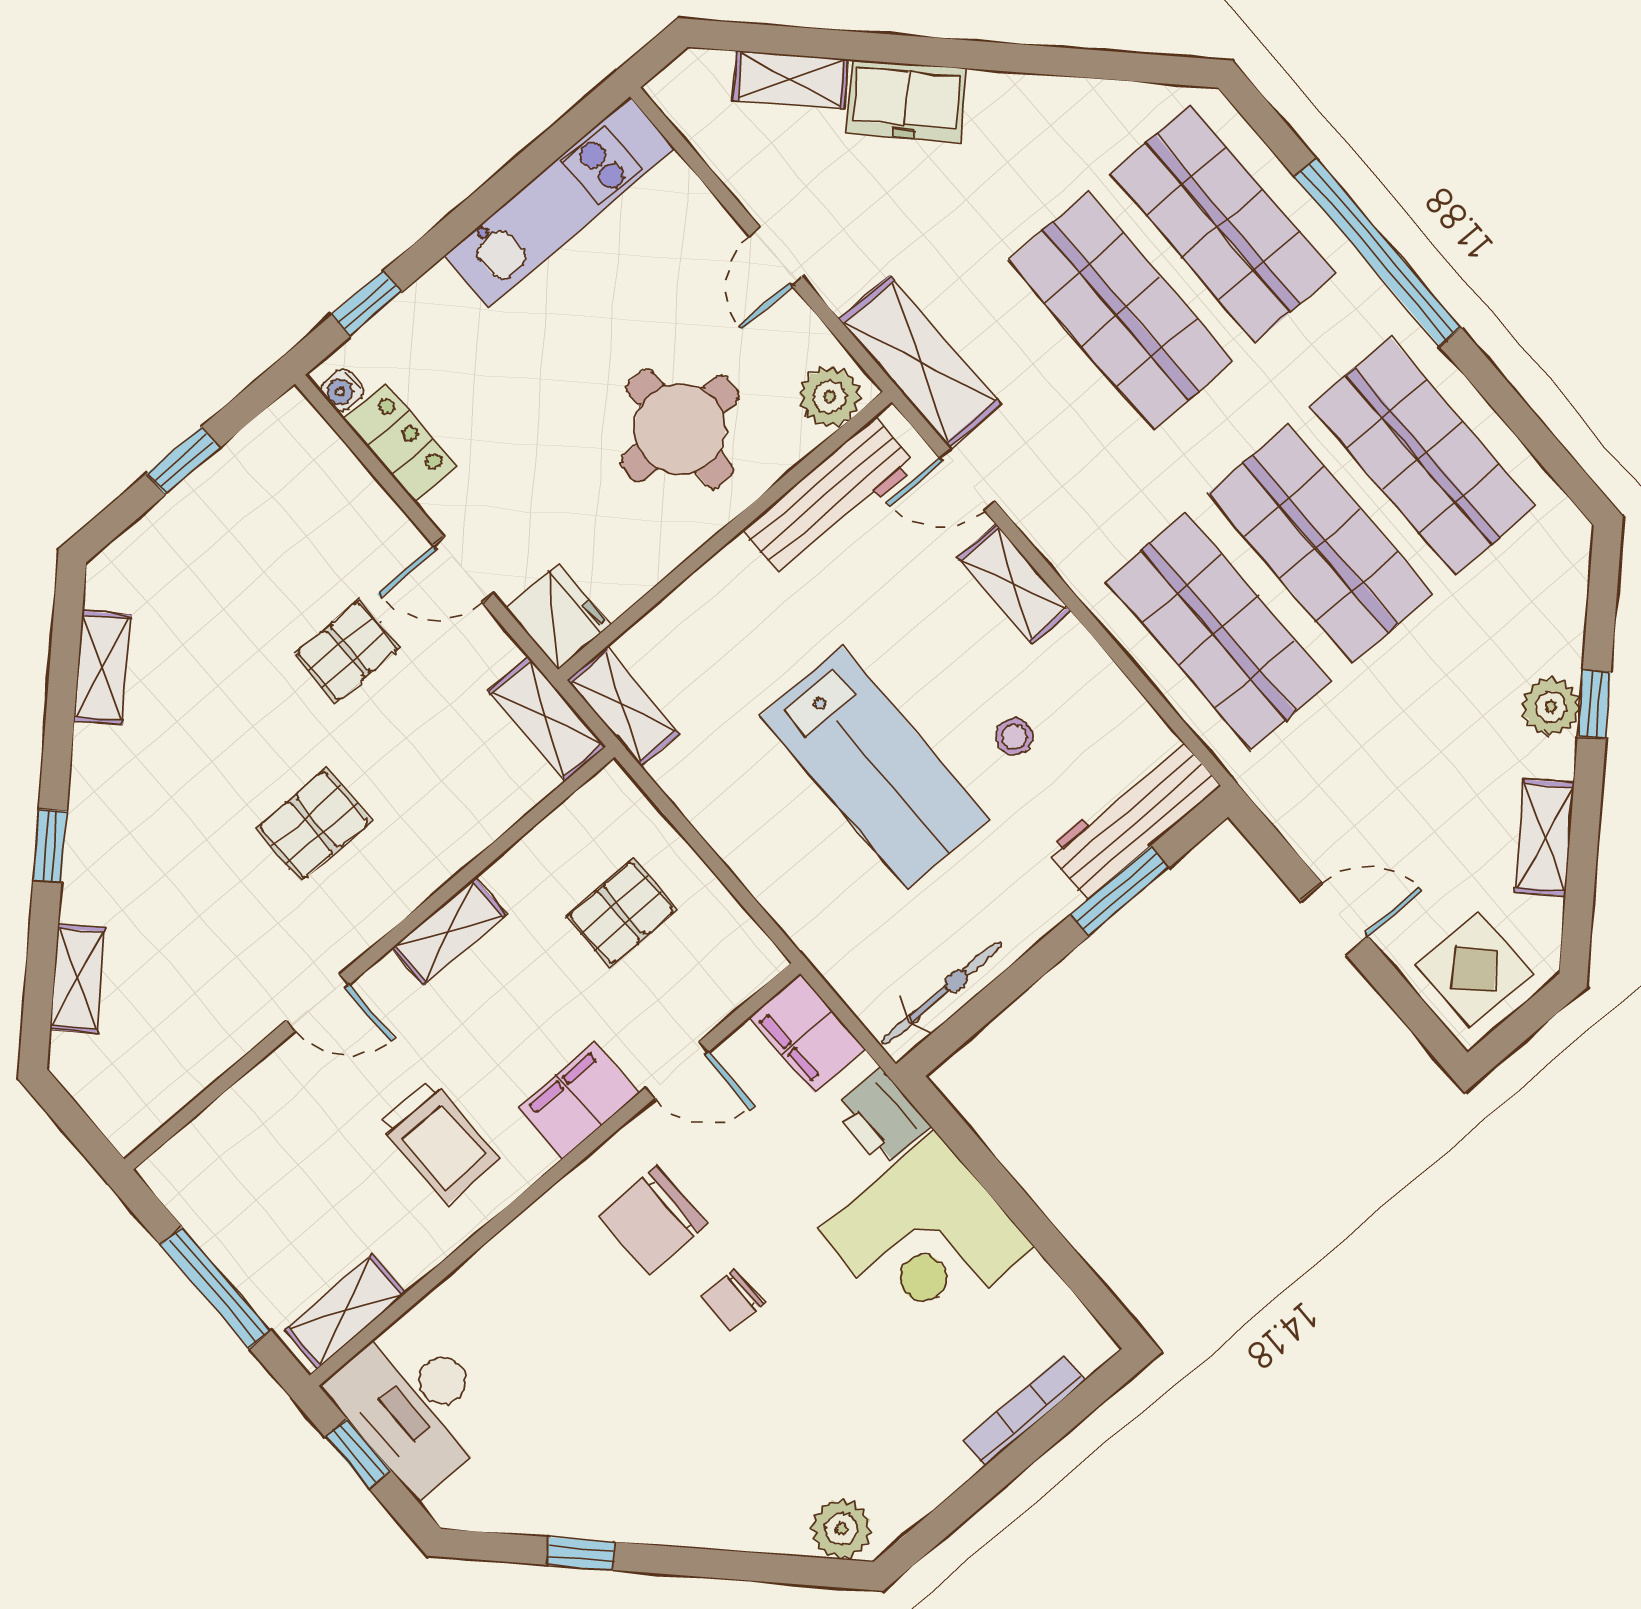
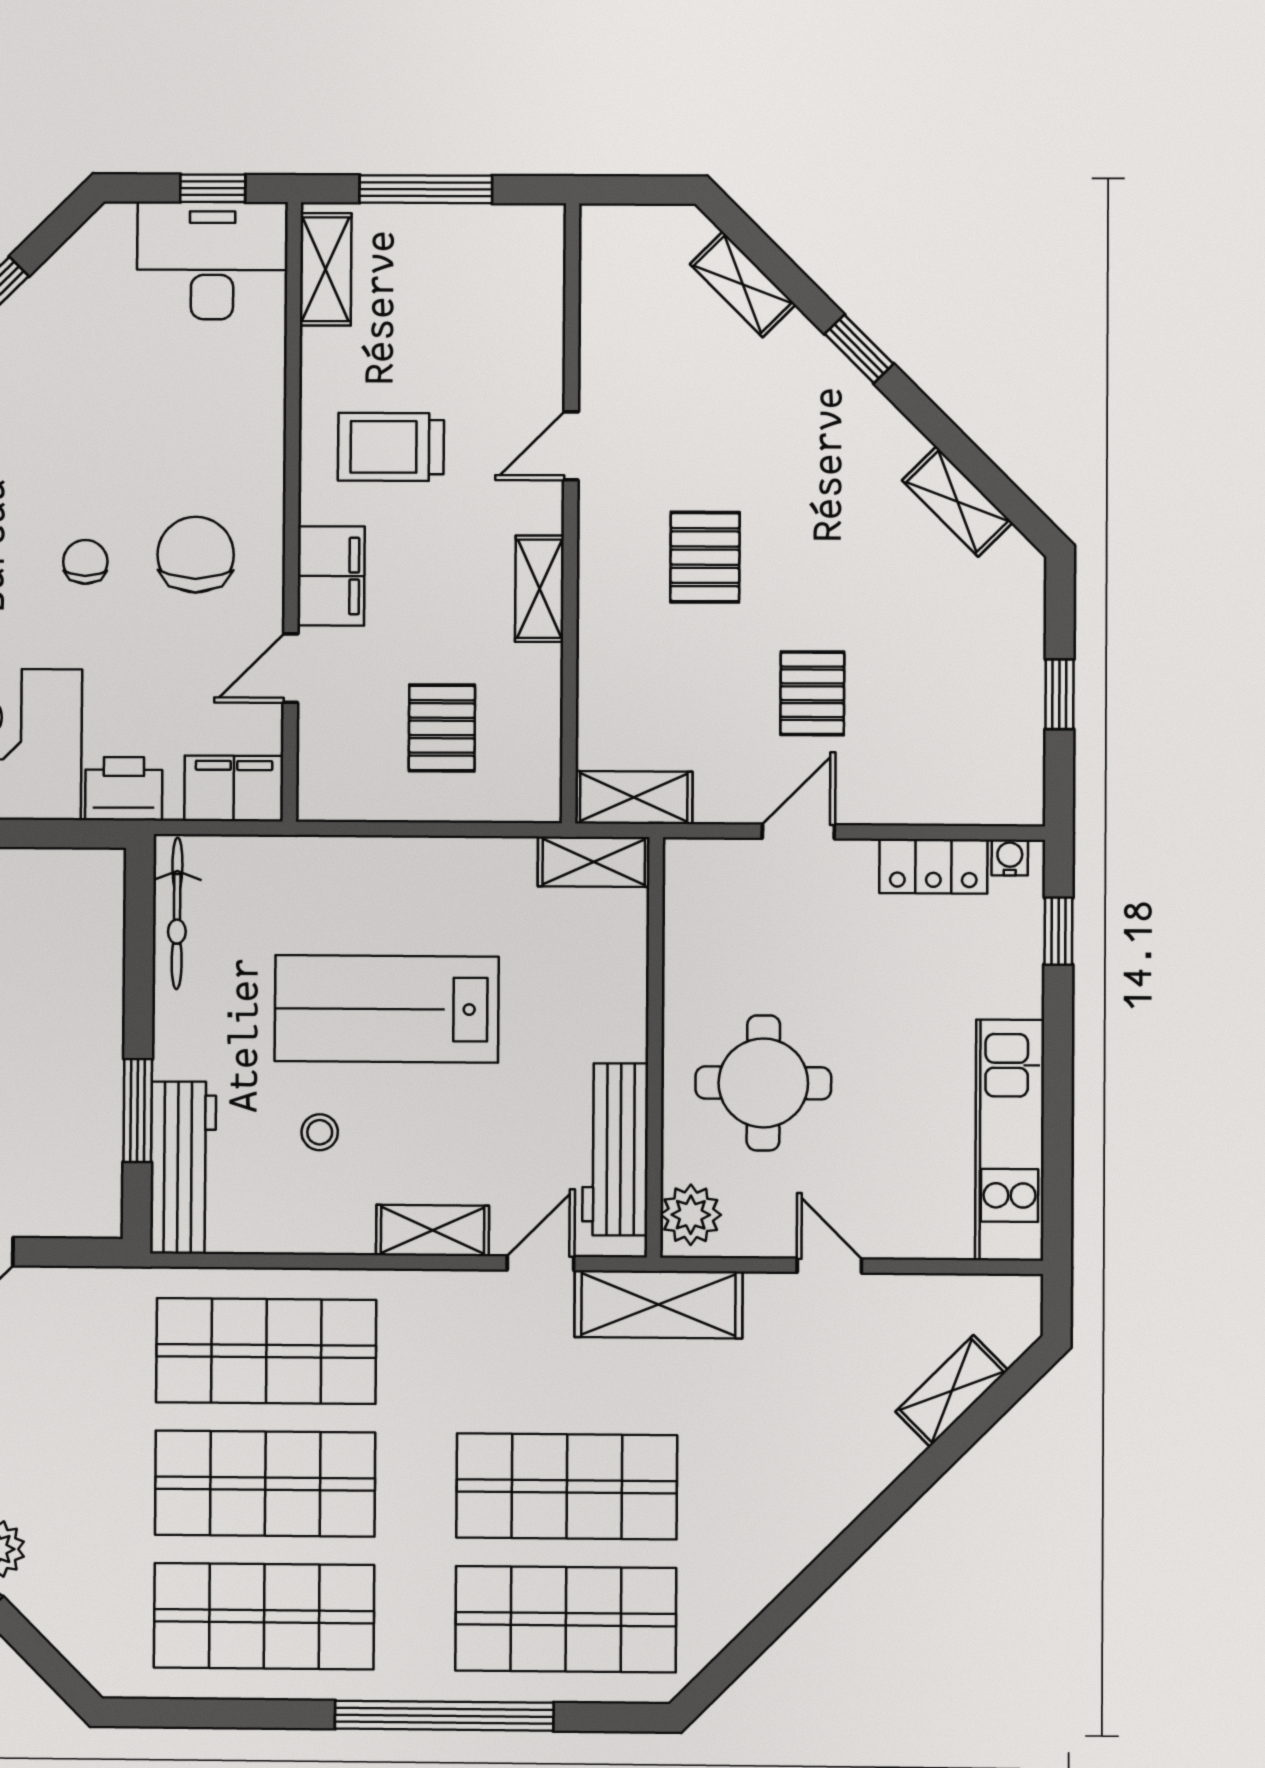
freezer: (907, 101) -> (861, 1463), removed
fridge: (558, 617) -> (702, 872), removed

